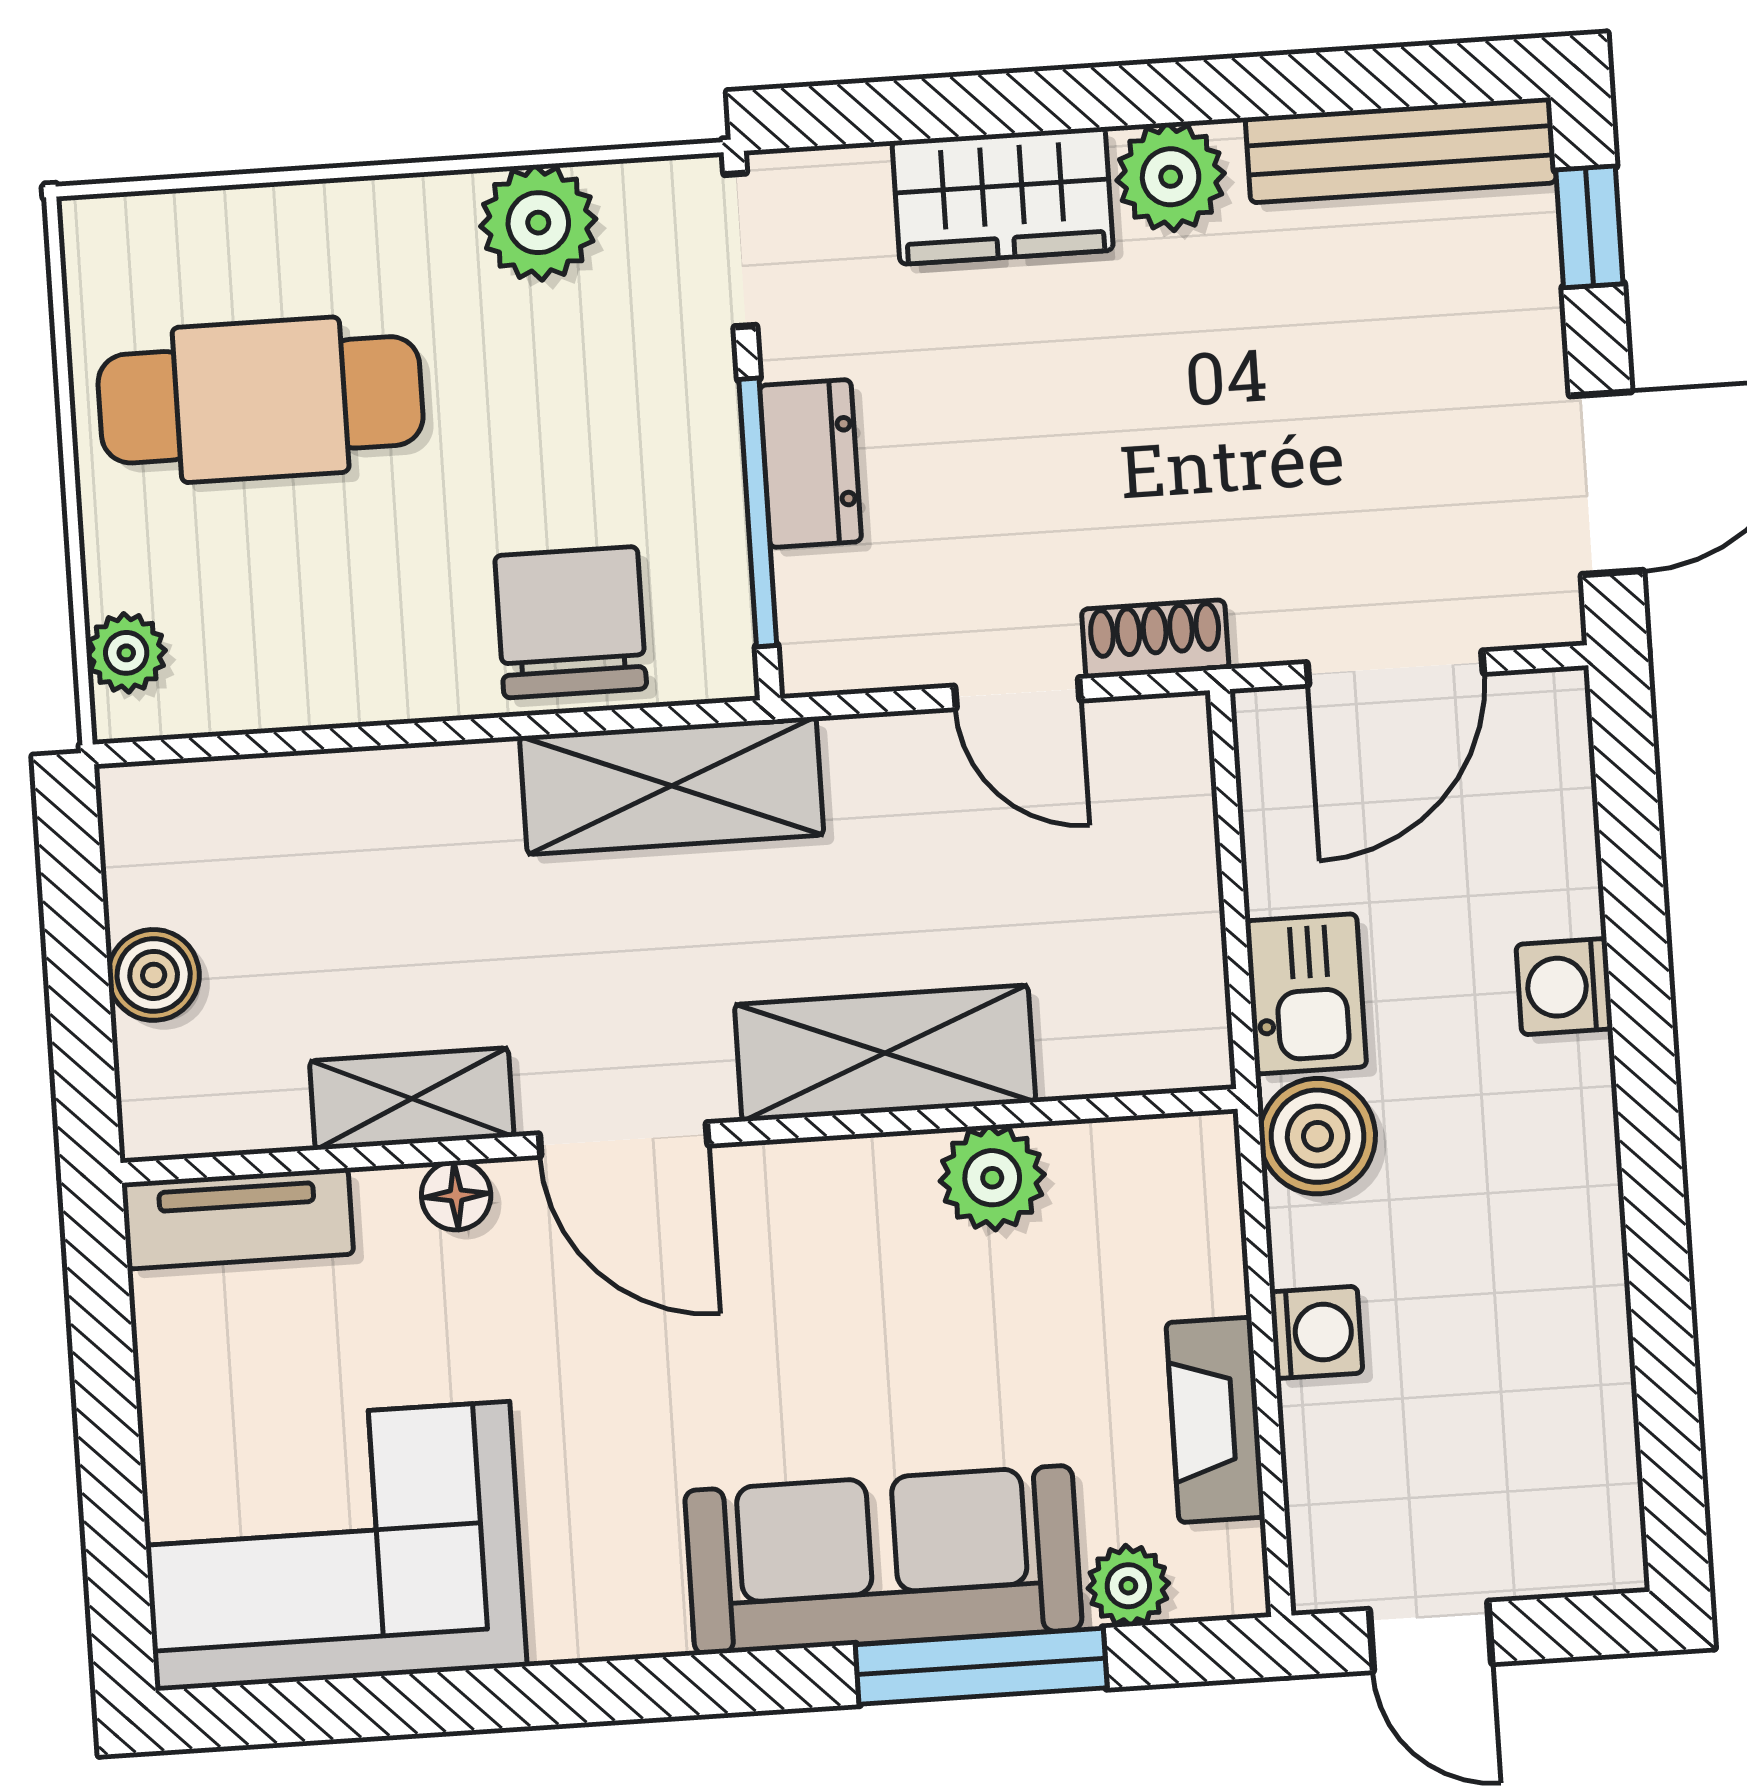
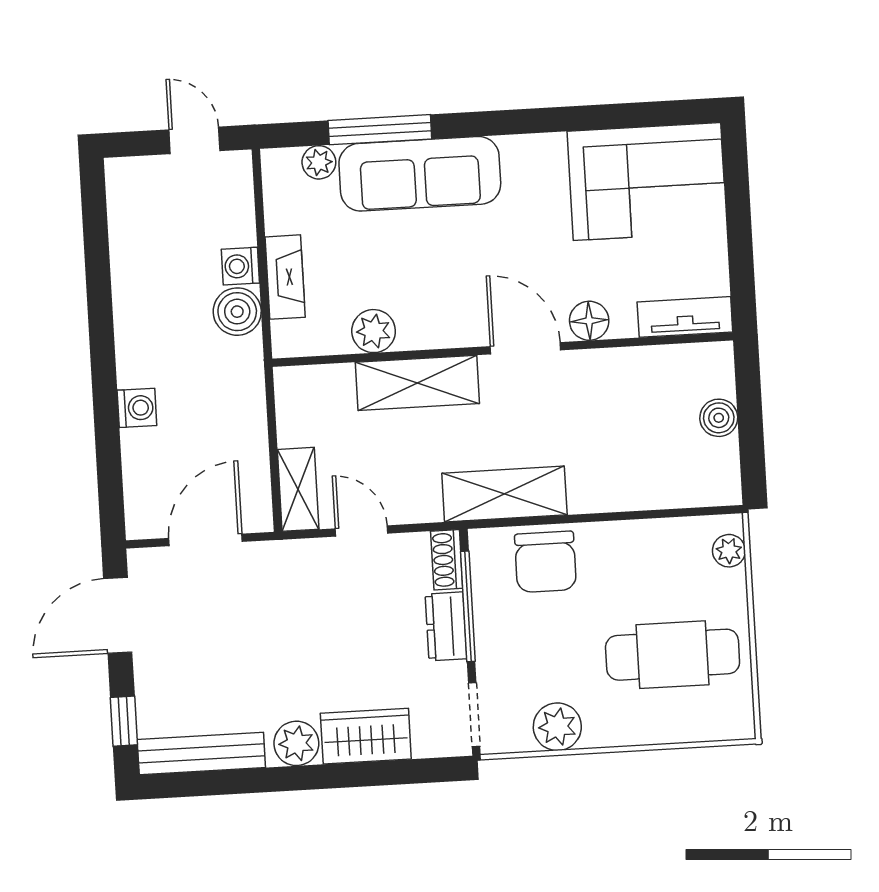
shoe rack: (1155, 639) -> (447, 560), moved, turned 90
kitchen sink: (1306, 994) -> (244, 406), removed
shelving: (412, 1099) -> (298, 489), moved, turned 90
boiler: (1318, 1136) -> (237, 312), moved
floor lamp: (456, 1195) -> (589, 321), width x1.37, depth x1.37
fireplace: (1215, 1420) -> (285, 277), moved

